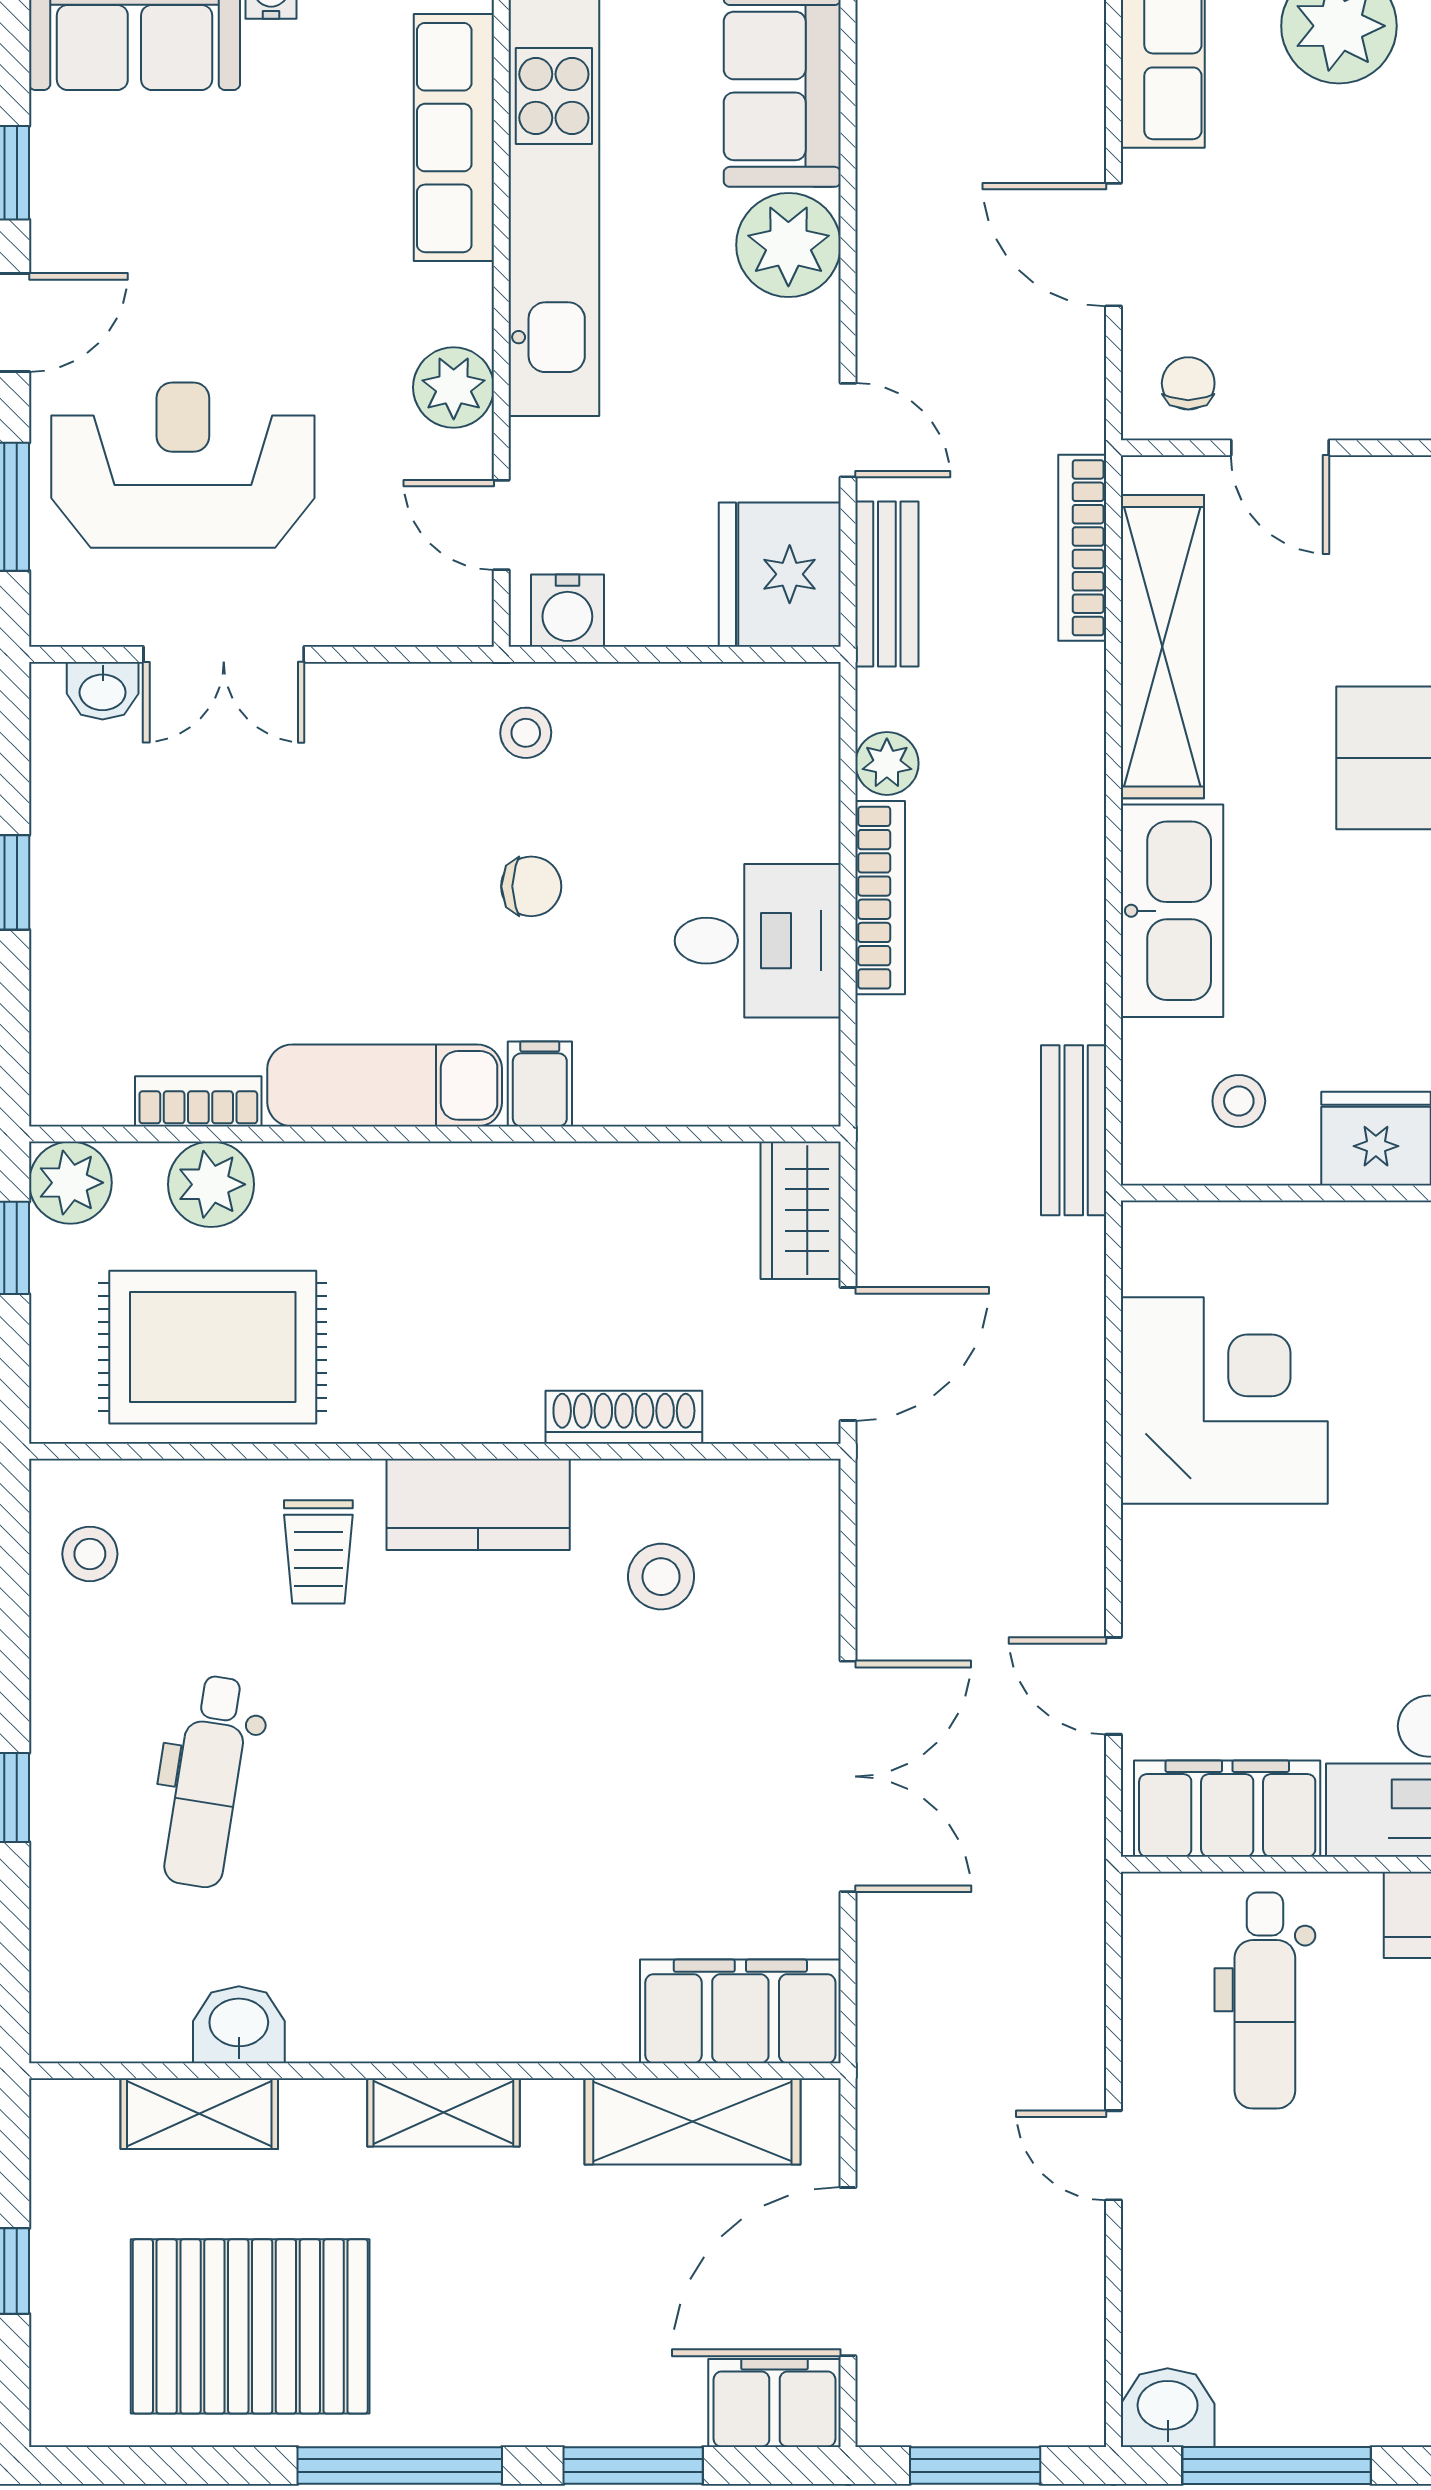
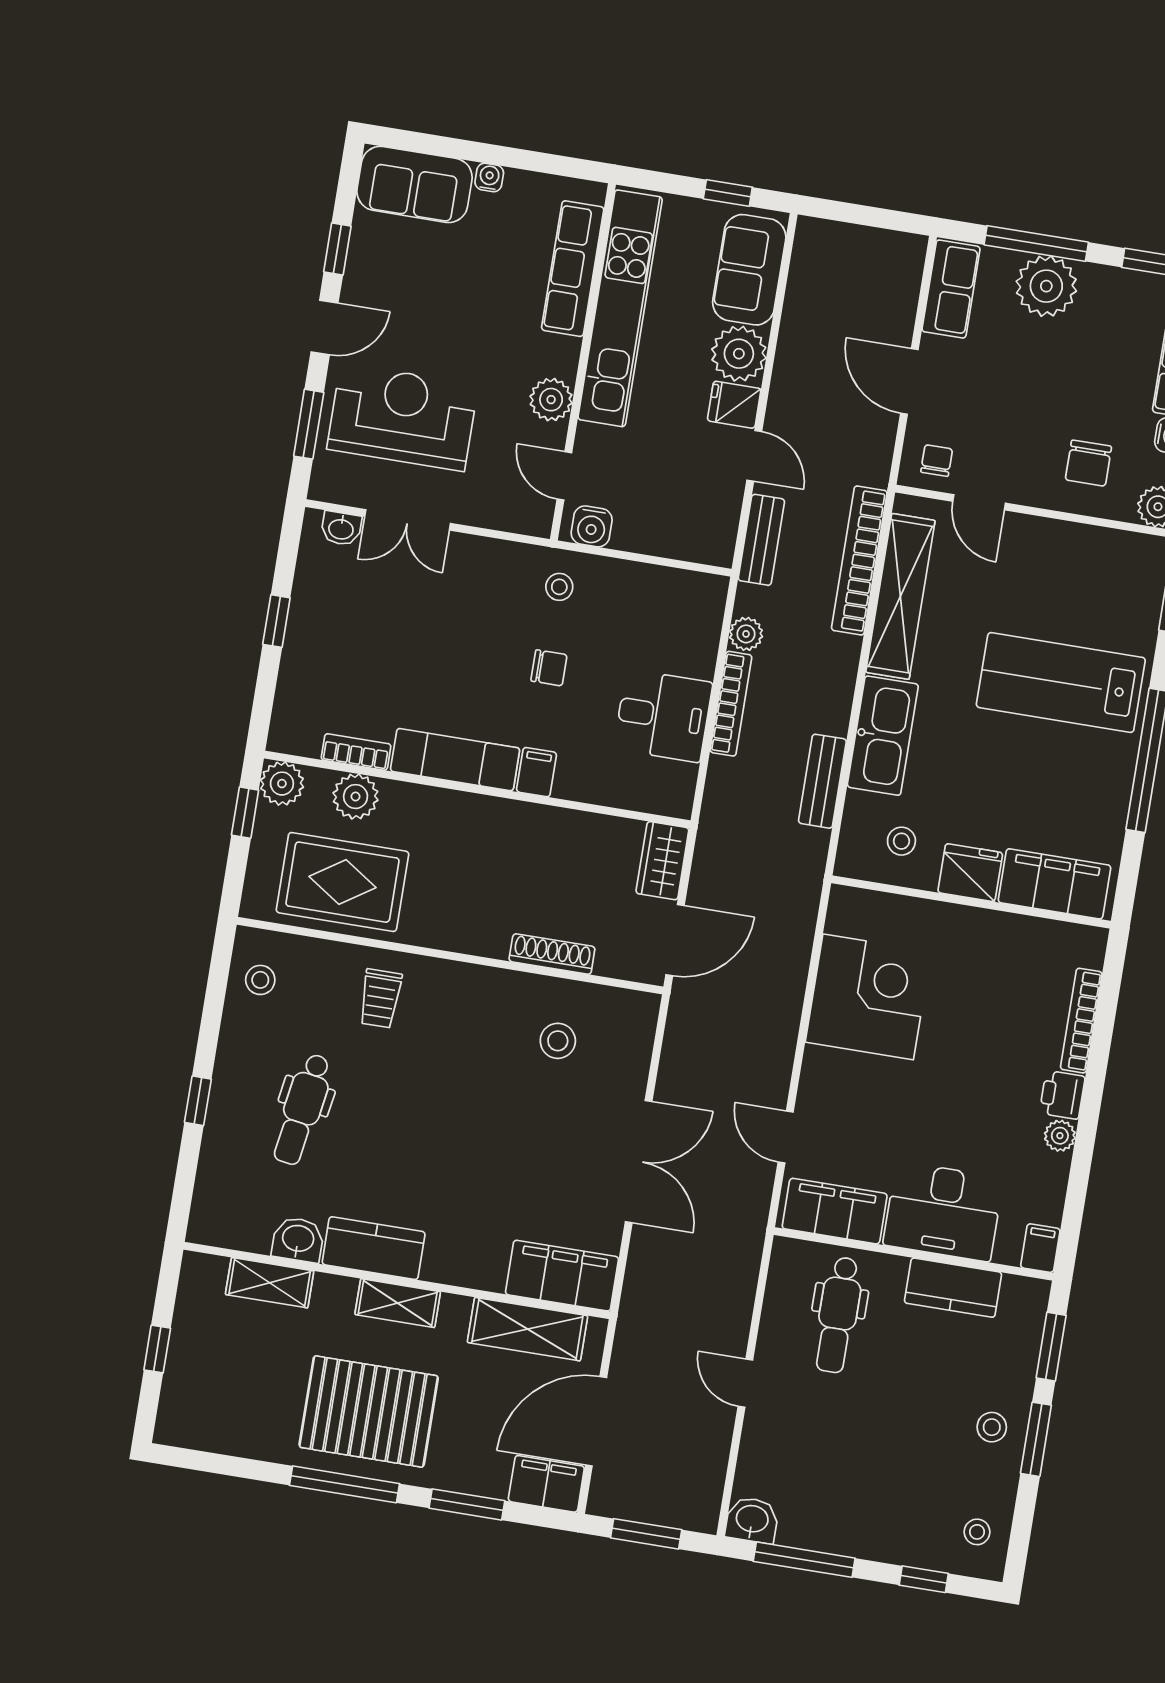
bookcase: (1082, 548) -> (859, 560), width x1.48, depth x1.31
fridge: (780, 574) -> (734, 405), moved, width x0.53, depth x0.75
bench: (1074, 1130) -> (822, 781), moved
kitchen counter: (478, 1504) -> (374, 1248), moved, turned 180
pallet: (250, 2326) -> (369, 1412), moved

